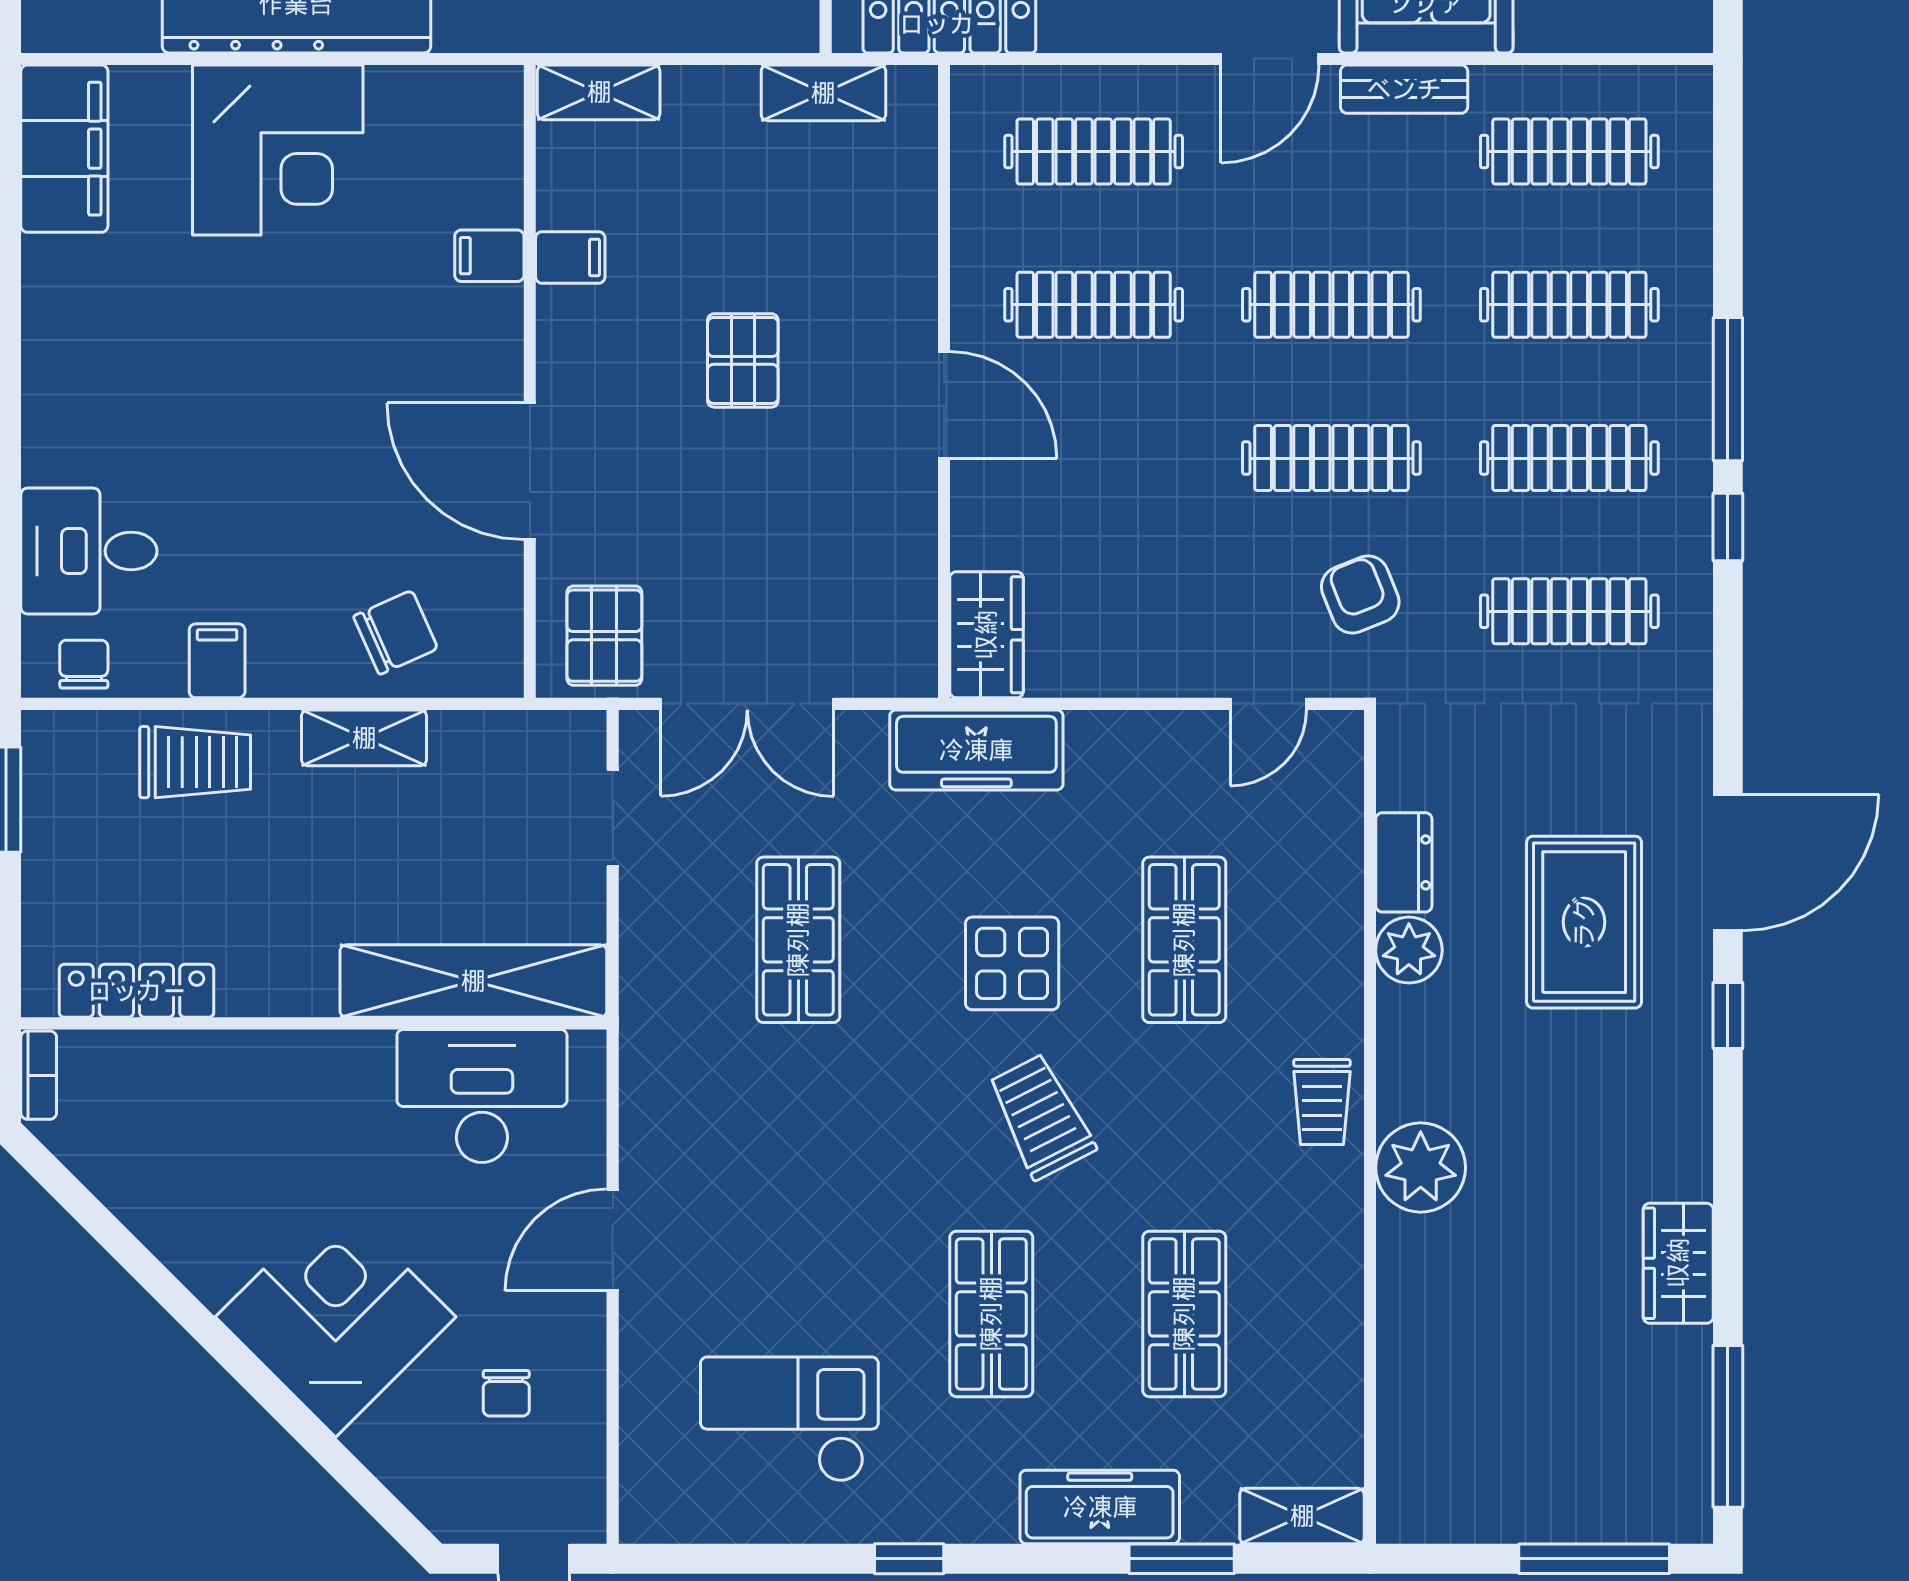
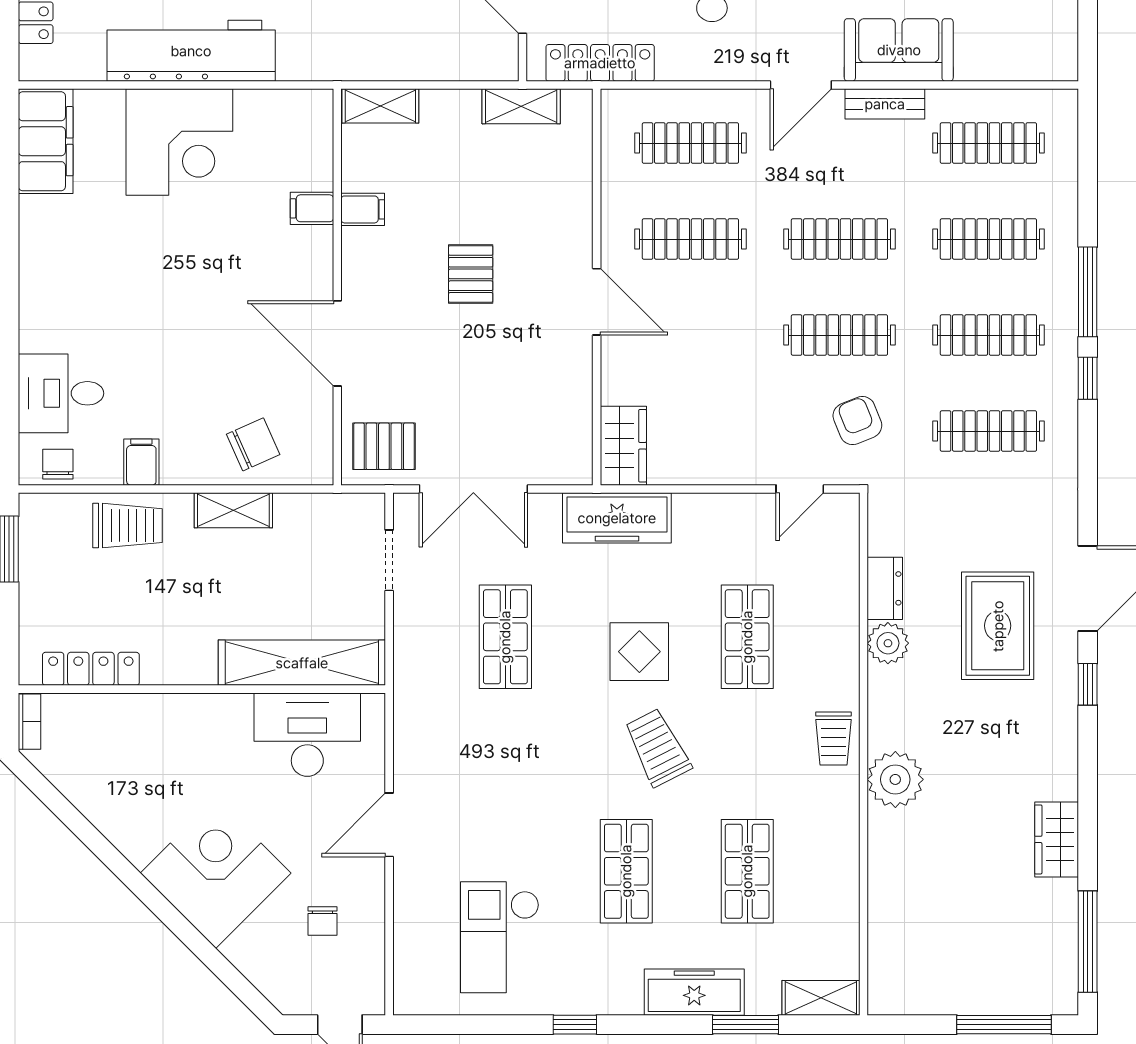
pallet: (604, 636) -> (384, 446), turned 90
checkout: (789, 1419) -> (500, 937), turned -90

